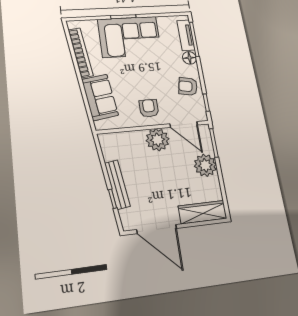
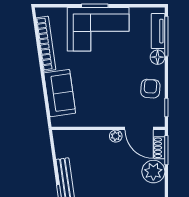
armchair: (188, 86) -> (150, 89), turned 83
armchair: (149, 108) -> (107, 108), removed
plant: (158, 140) -> (116, 136), width x0.53, depth x0.53
shoe rack: (207, 141) -> (159, 148), added

